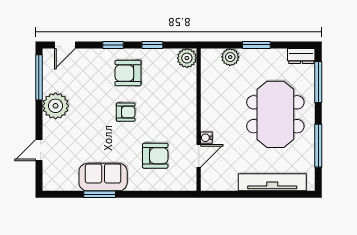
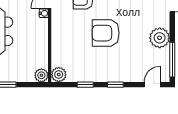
plant: (230, 57) -> (41, 75), moved
armchair: (128, 73) -> (104, 63), removed
armchair: (126, 112) -> (106, 33), width x1.88, depth x1.88

